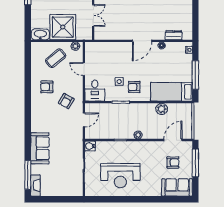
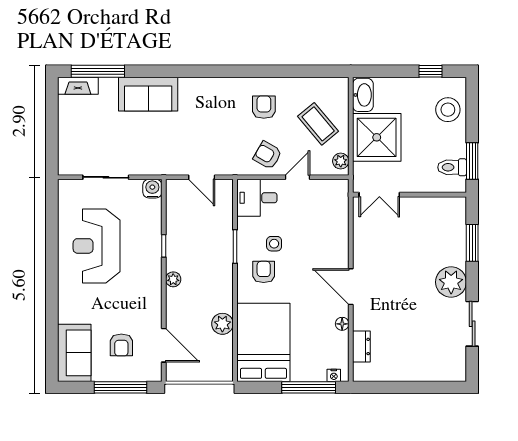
double door: (93, 15) -> (379, 195), moved
window: (195, 75) -> (309, 387), moved
bed: (171, 92) -> (263, 342), width x1.50
armchair: (66, 101) -> (268, 155), moved

